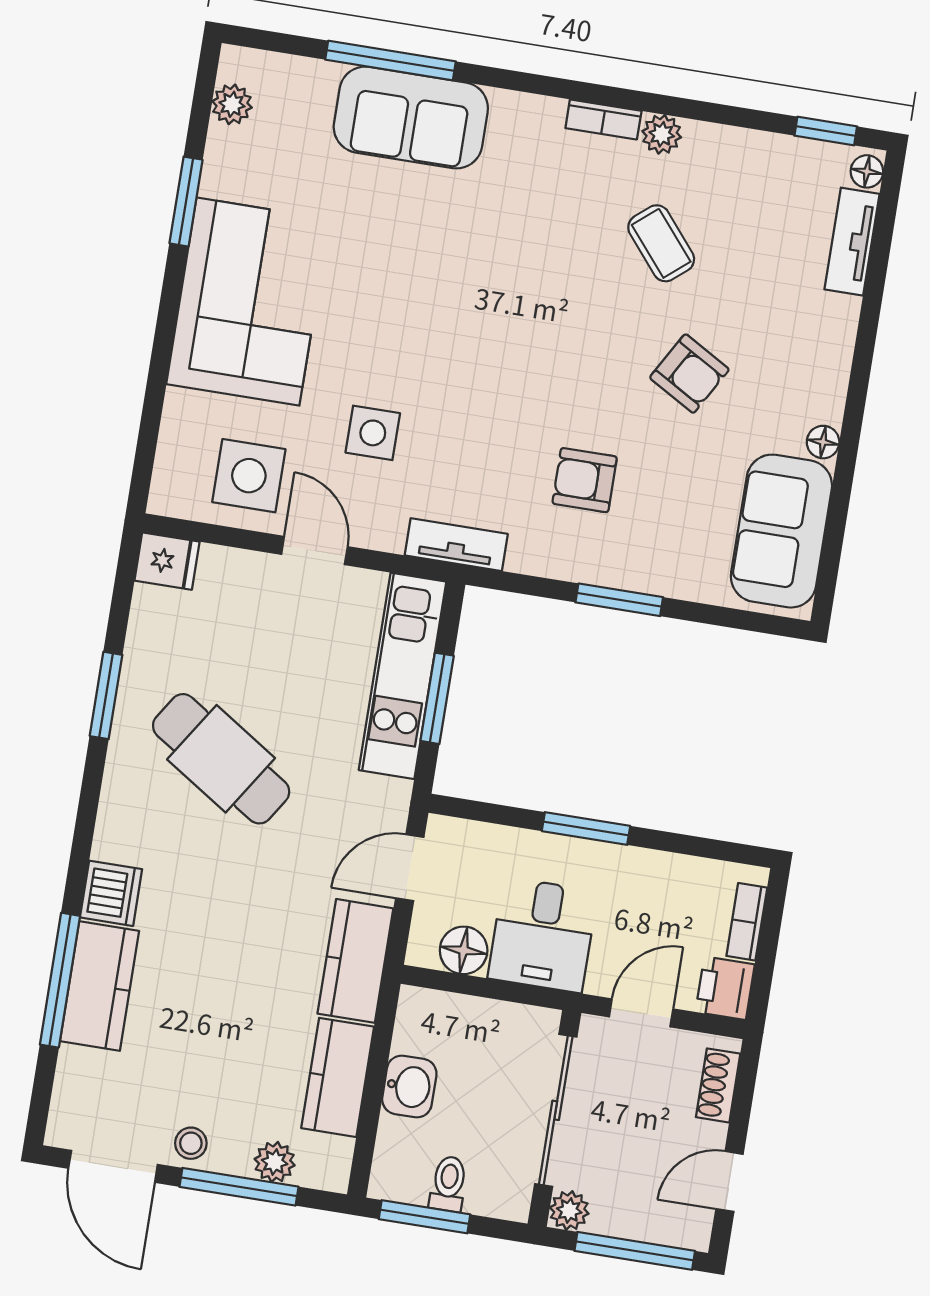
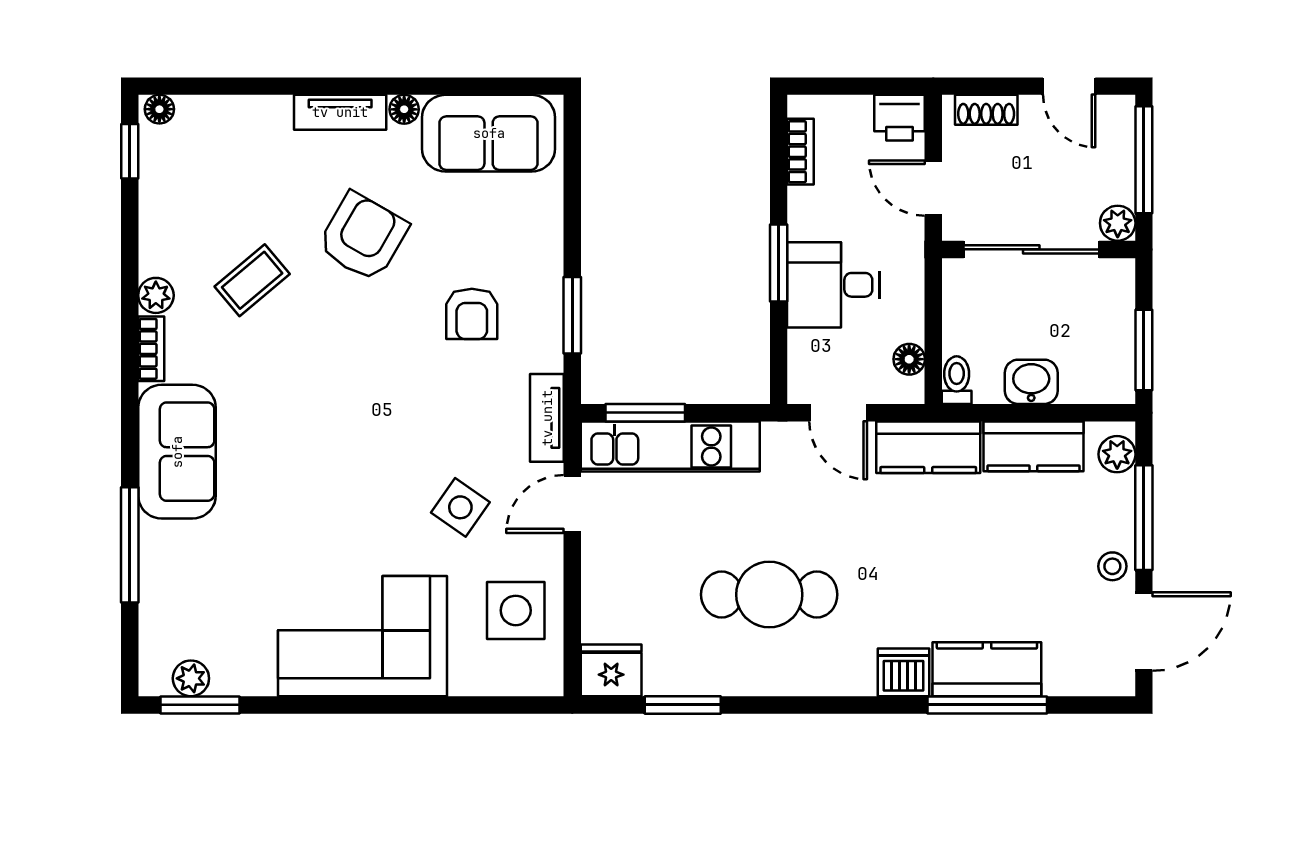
sofa: (411, 118) -> (177, 452), moved
window: (186, 202) -> (200, 705), moved
tv unit: (852, 242) -> (340, 112), moved
armchair: (689, 374) -> (363, 237), width x1.38, depth x1.38
side table: (373, 433) -> (460, 507), turned 35
door: (314, 550) -> (572, 504), moved
fridge: (167, 561) -> (611, 670), width x1.38
window: (619, 600) -> (572, 315), moved
window: (106, 695) -> (683, 705), moved
window: (437, 698) -> (645, 413), moved
cafe table: (221, 759) -> (769, 595), turned 57
bookcase: (747, 922) -> (800, 152), moved, turned -90
desk: (543, 935) -> (833, 285), moved, turned 180
floor lamp: (464, 950) -> (909, 359), width x0.73, depth x0.73
plant: (275, 1162) -> (1117, 454), moved
toilet: (448, 1184) -> (957, 380), moved, turned 90

